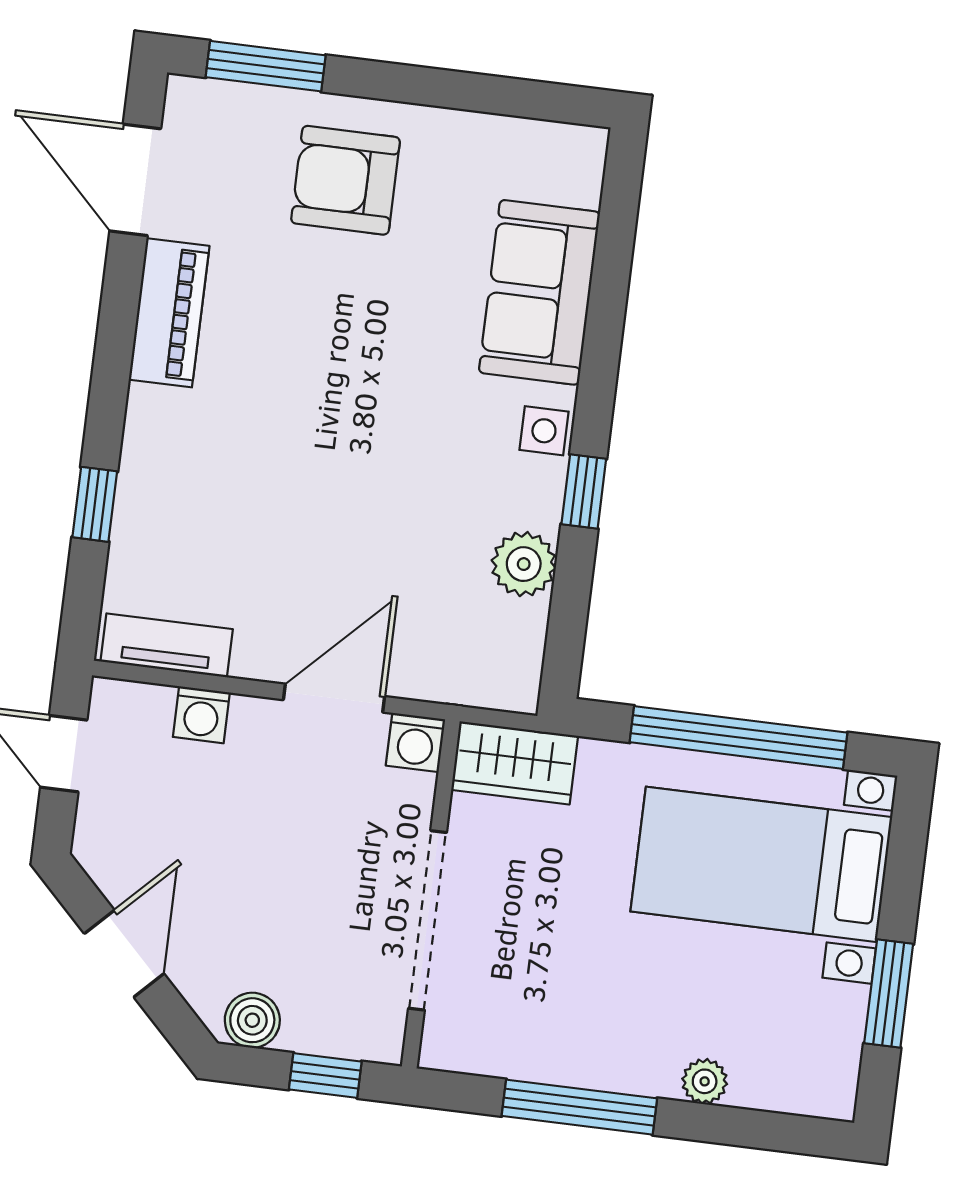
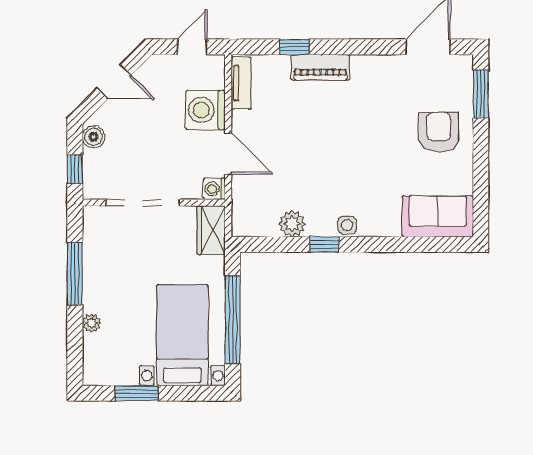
sofa: (539, 292) -> (438, 216), moved
piano: (169, 313) -> (320, 67), moved
washing machine: (201, 715) -> (205, 110), width x1.89, depth x1.89

